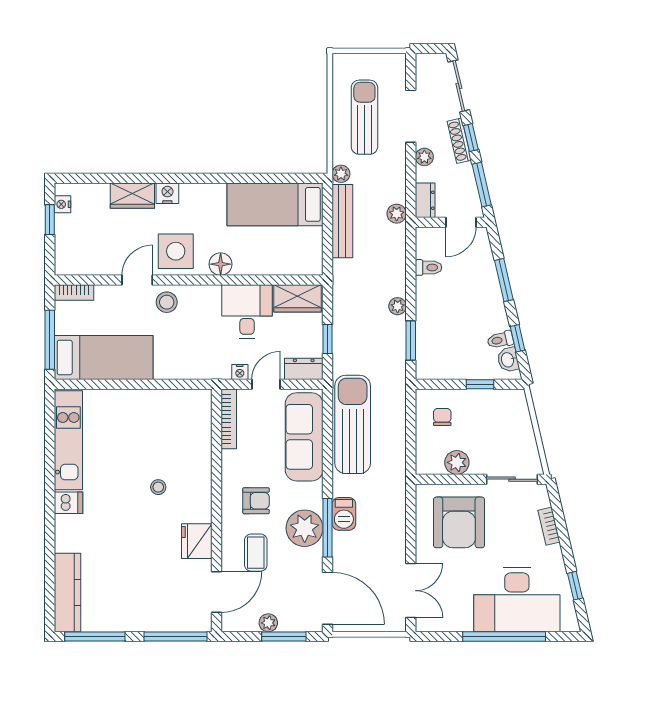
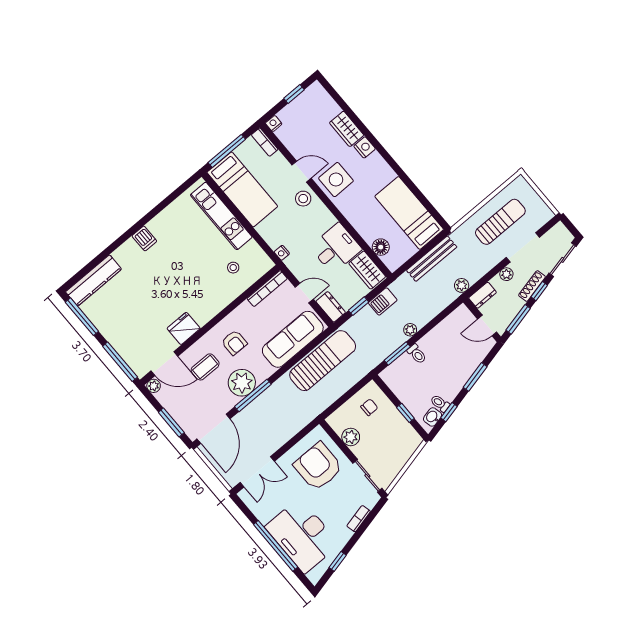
plant: (341, 174) -> (458, 235), removed
nightstand: (63, 204) -> (274, 124), moved
floor lamp: (221, 264) -> (381, 247), moved
toilet: (429, 267) -> (417, 354), moved
nightstand: (240, 372) -> (282, 253), moved
kitchen unit: (68, 440) -> (221, 216), moved, turned 90
stool: (158, 487) -> (233, 268), moved
barbecue: (344, 514) -> (383, 301), moved
armchair: (459, 522) -> (318, 467), turned 90
plant: (268, 623) -> (154, 386), moved

